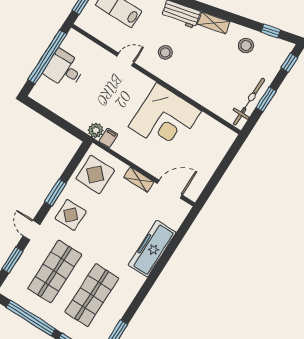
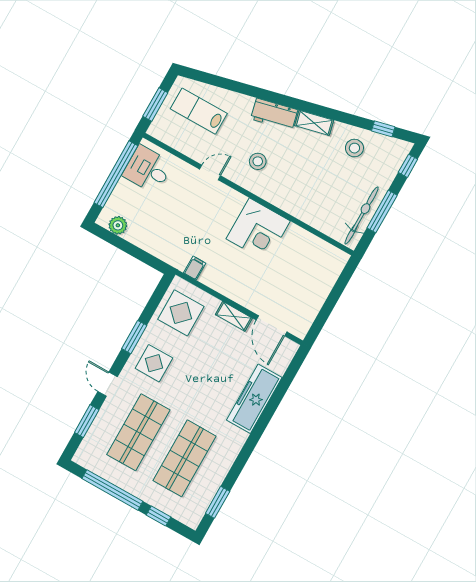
desk: (64, 69) -> (148, 169), moved
window: (266, 99) -> (382, 212), width x1.44
corner desk: (165, 119) -> (258, 230), width x0.74, depth x0.74
plant: (96, 130) -> (118, 225), moved
door: (170, 189) -> (272, 326), swing flipped

